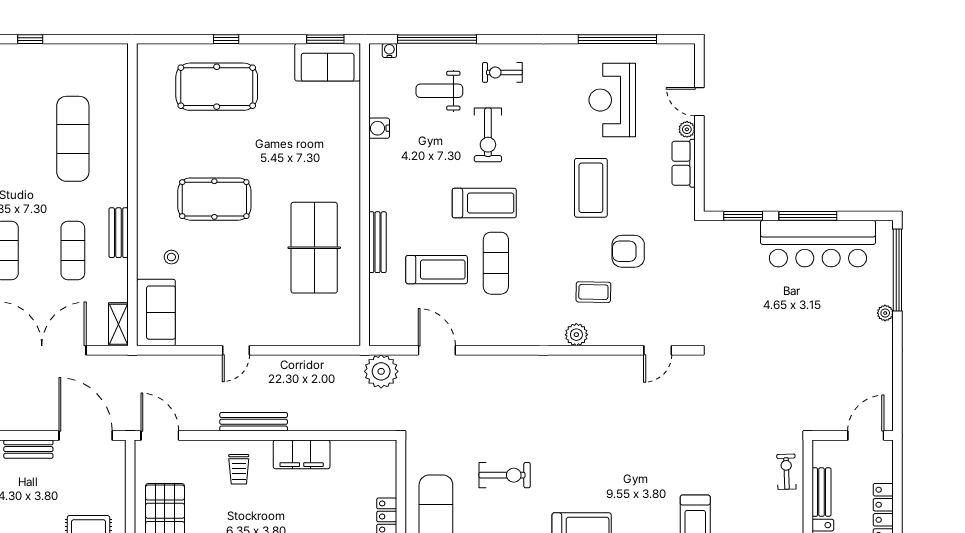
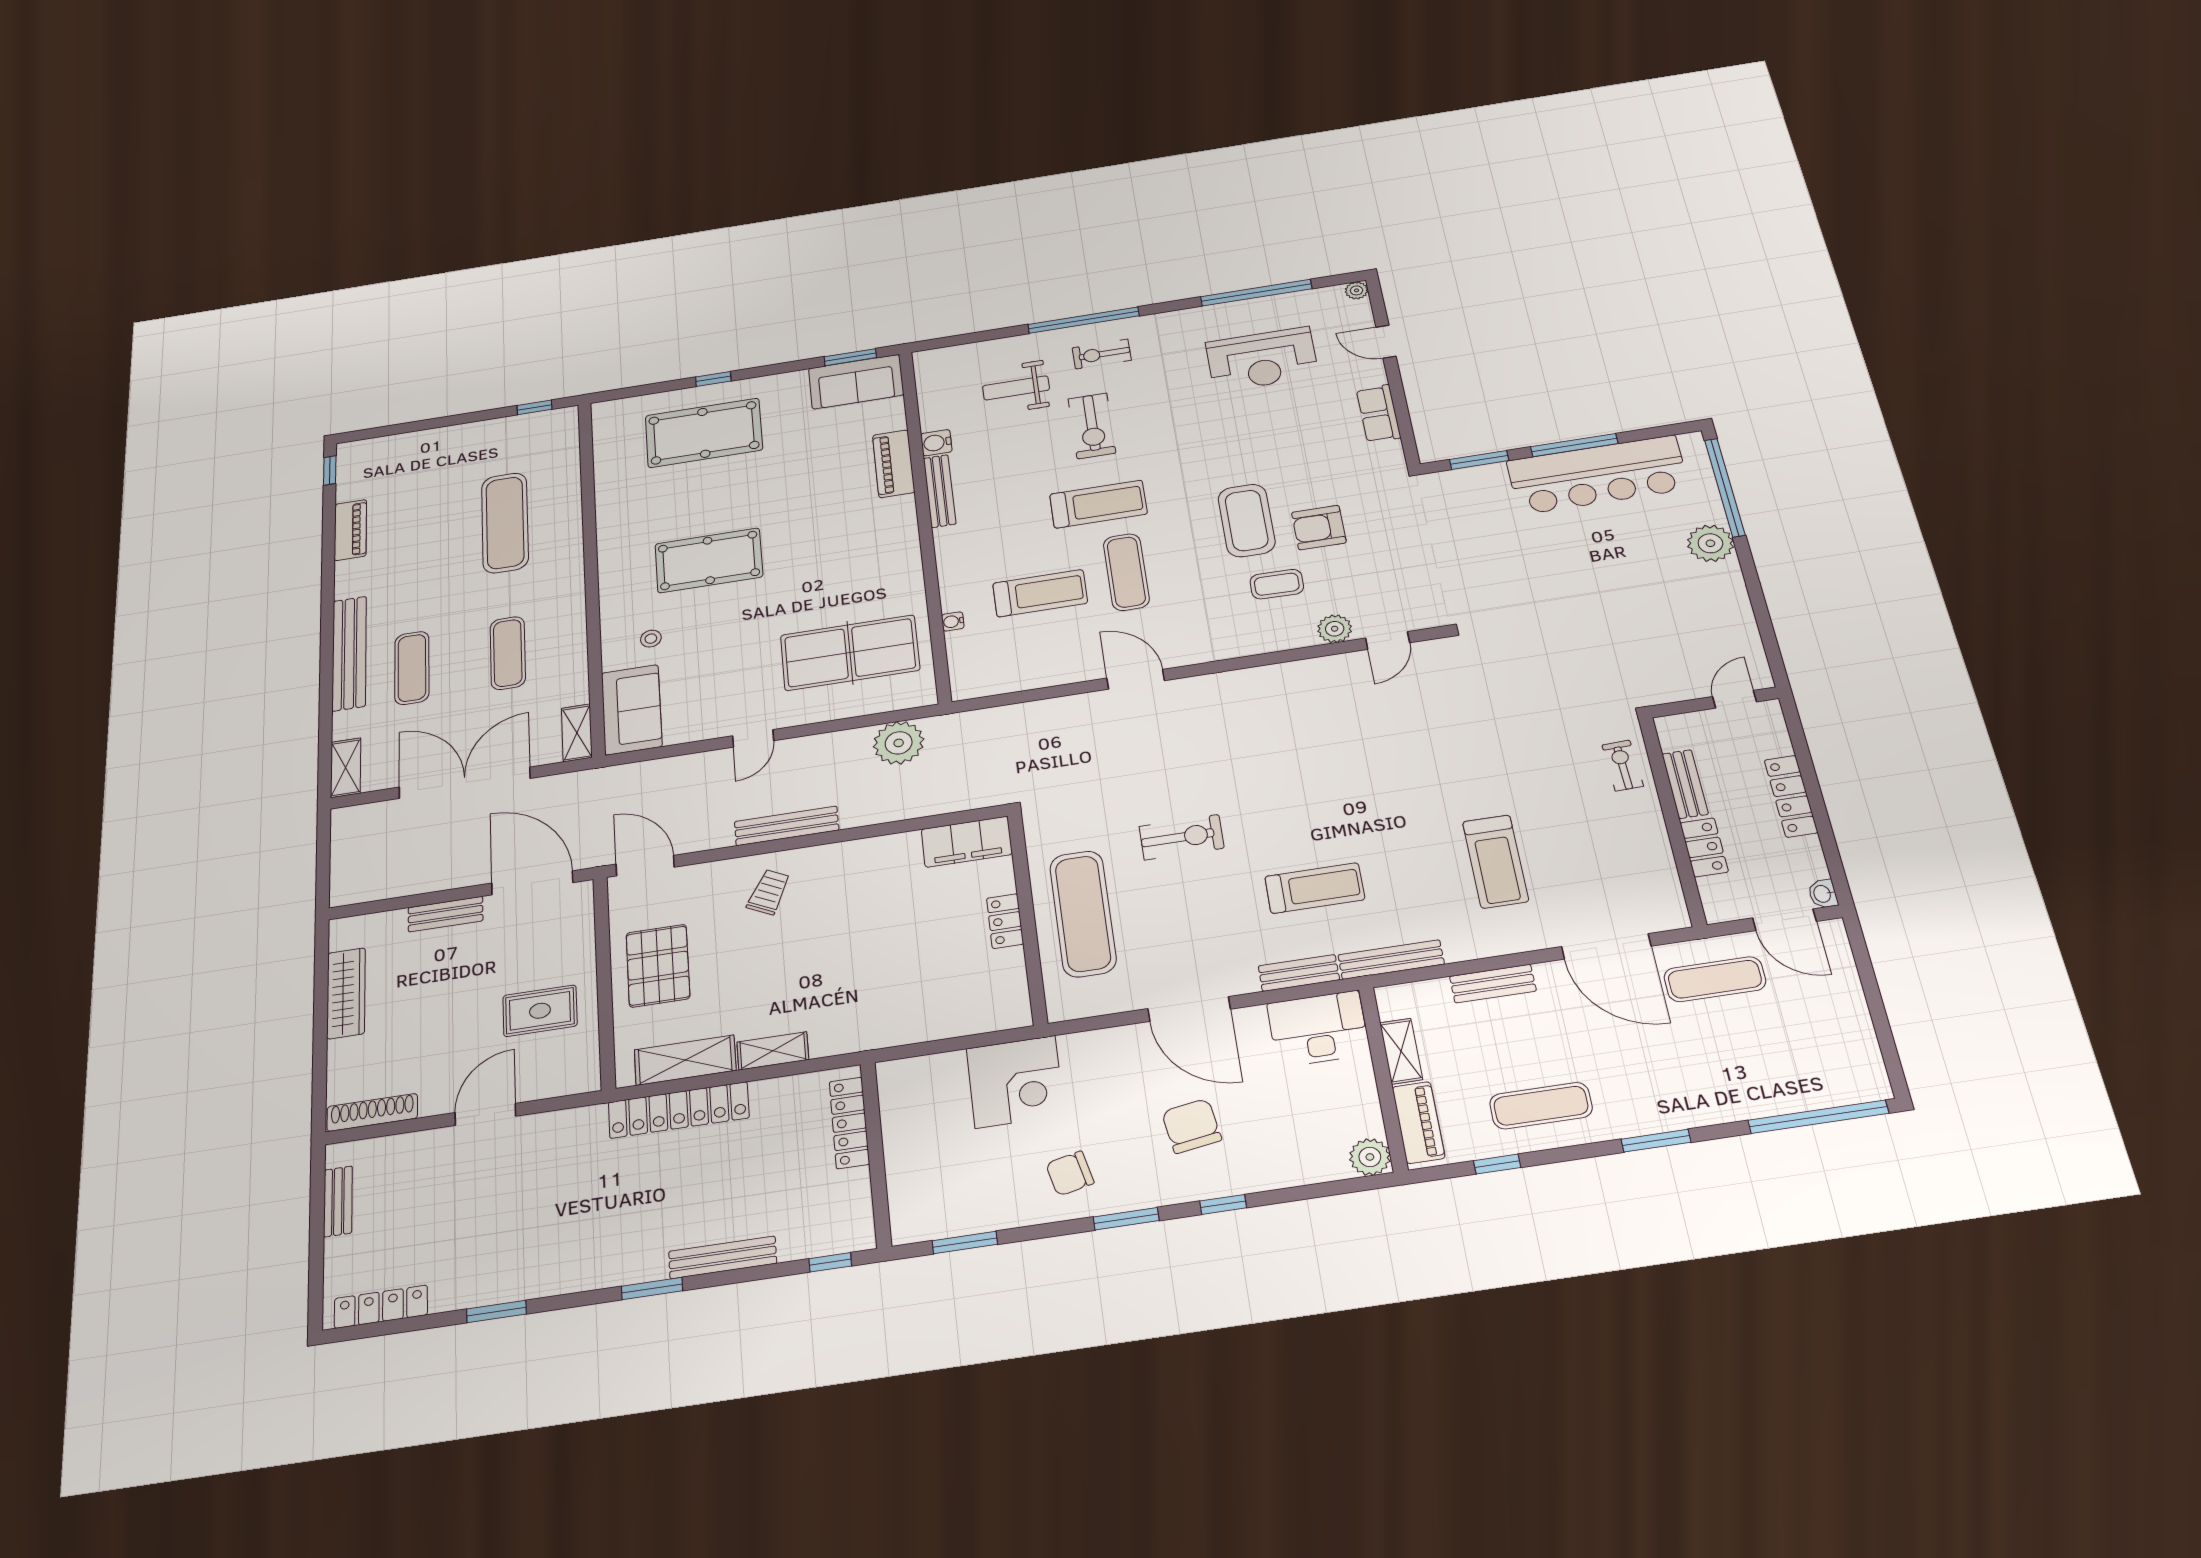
window: (30, 39) -> (534, 407), moved
window: (437, 39) -> (1084, 320), moved
water cooler: (389, 50) -> (953, 621), moved, turned -90
reception desk: (612, 100) -> (1262, 359), turned -90
plant: (687, 129) -> (1356, 290), moved
piano: (348, 141) -> (894, 464), added
coffee table: (591, 188) -> (1247, 520), moved
bench: (119, 233) -> (573, 621), removed
bench: (377, 242) -> (940, 491), moved
table tennis table: (314, 248) -> (850, 653), moved, turned 90
plant: (885, 313) -> (1710, 543), width x1.88, depth x1.88
plant: (576, 335) -> (1335, 629), moved
door: (437, 350) -> (1136, 679), moved
plant: (381, 371) -> (899, 743), moved
door: (866, 435) -> (1735, 699), width x0.73
filing cabinet: (302, 454) -> (967, 842), moved
trolley: (239, 469) -> (769, 892), turned -153

